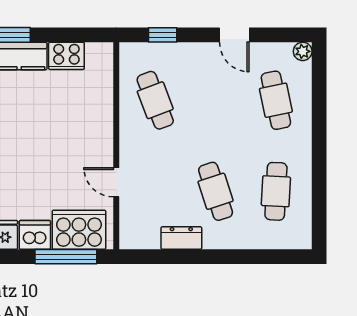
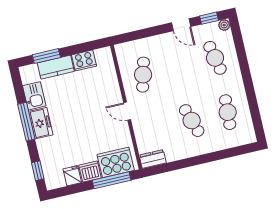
window: (163, 35) -> (209, 18), moved
cafe table: (155, 100) -> (143, 75), turned 36
door: (116, 182) -> (127, 111), moved
dresser: (181, 238) -> (153, 159), moved

